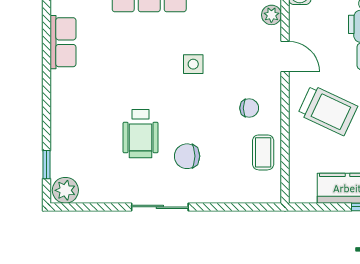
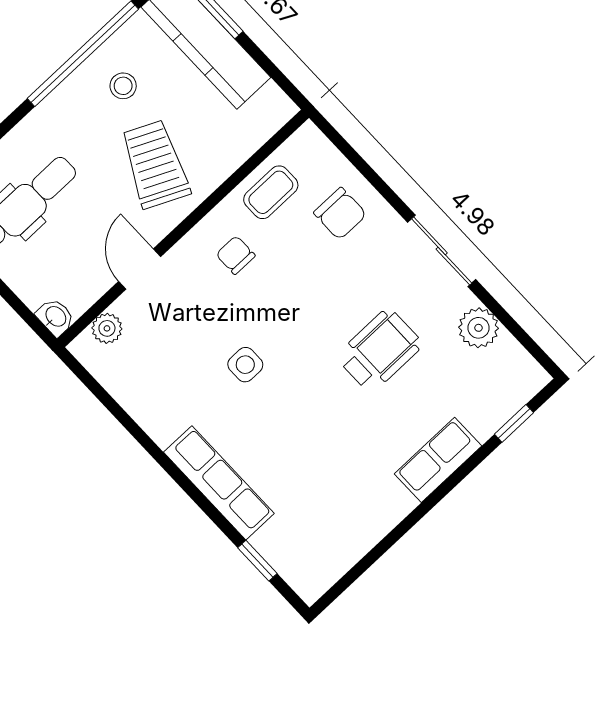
row of seats: (63, 42) -> (438, 460), moved
chair: (187, 156) -> (340, 214), moved
plant: (65, 190) -> (479, 328), moved

